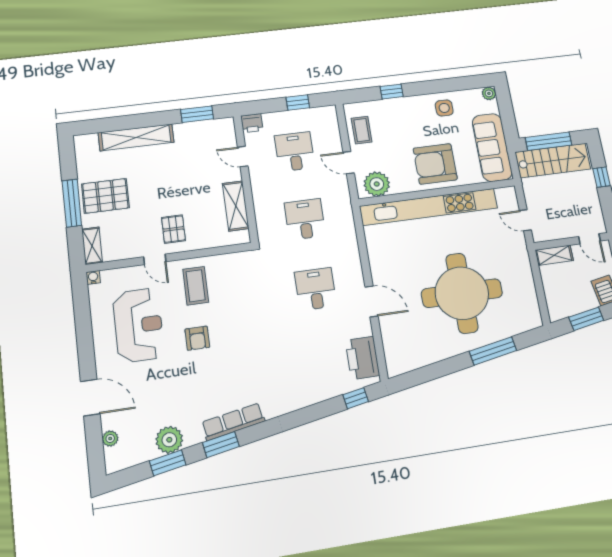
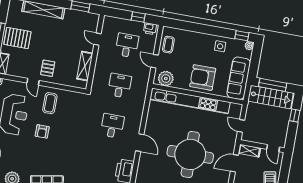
window: (392, 92) -> (242, 36), moved
printer: (252, 123) -> (150, 29), moved
door: (538, 284) -> (234, 163), added

